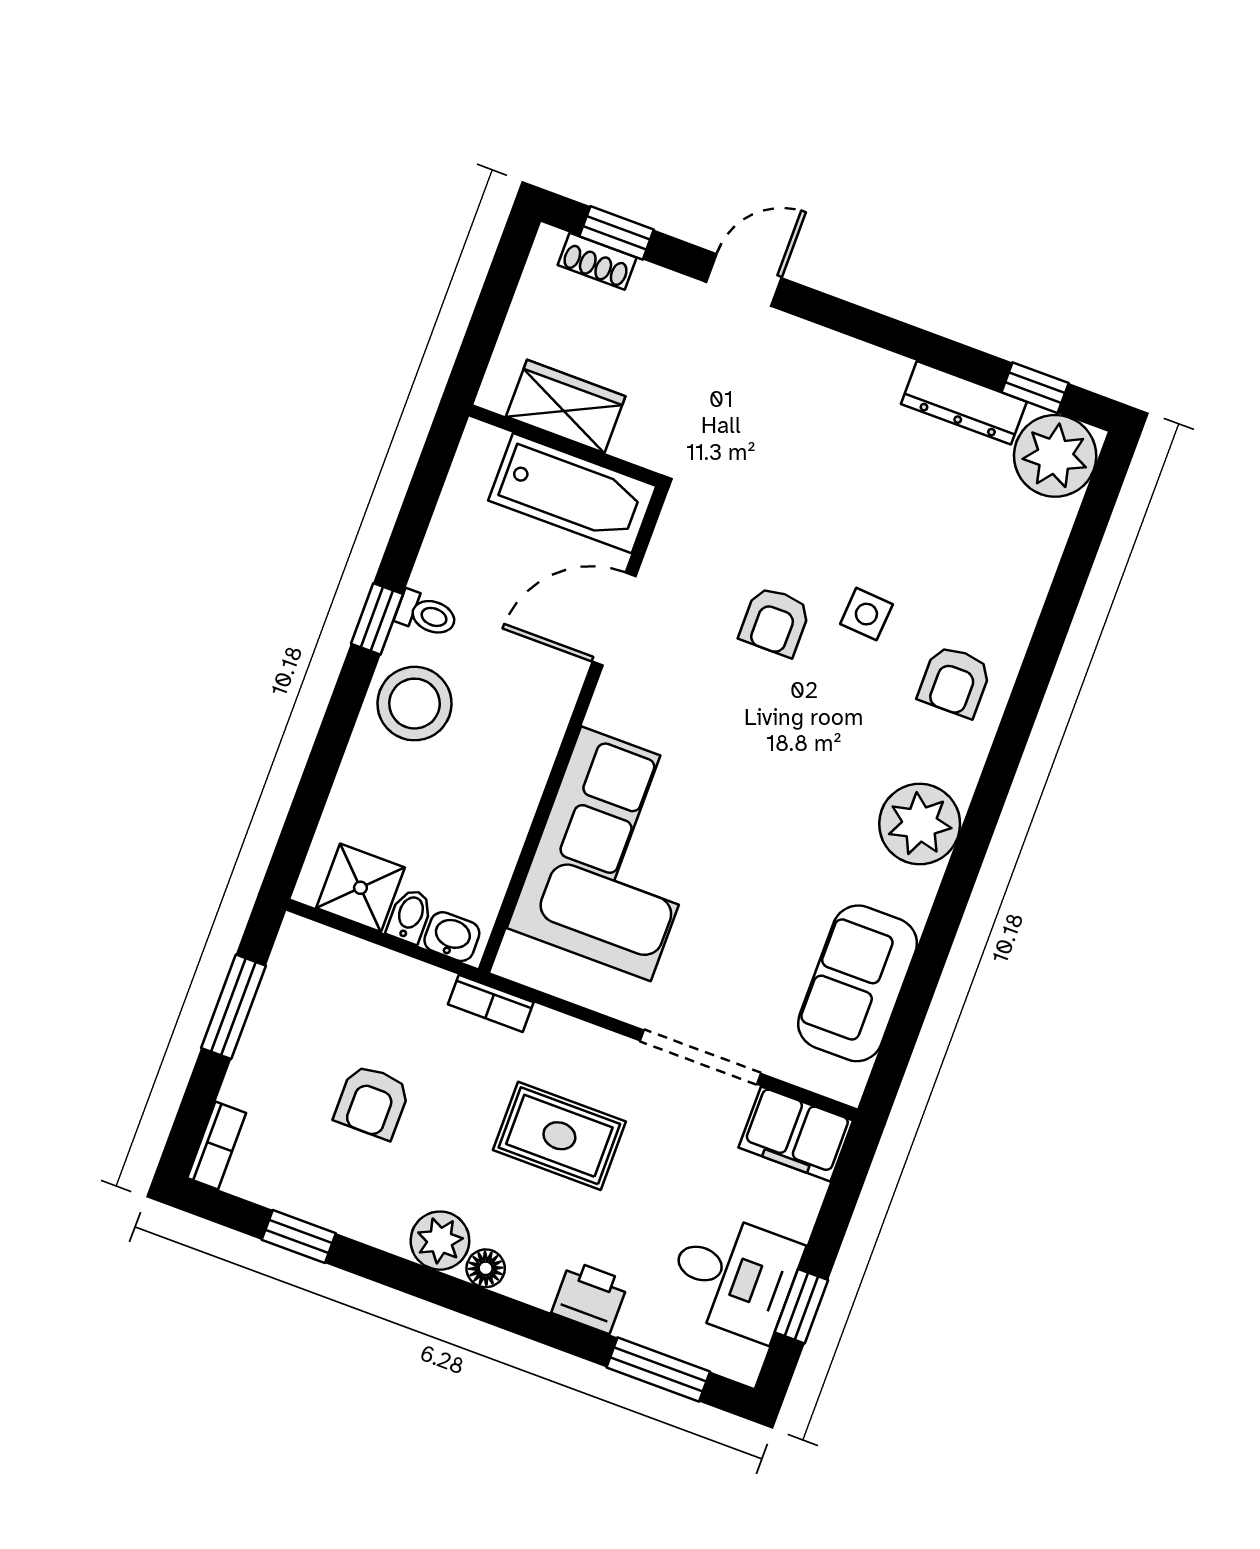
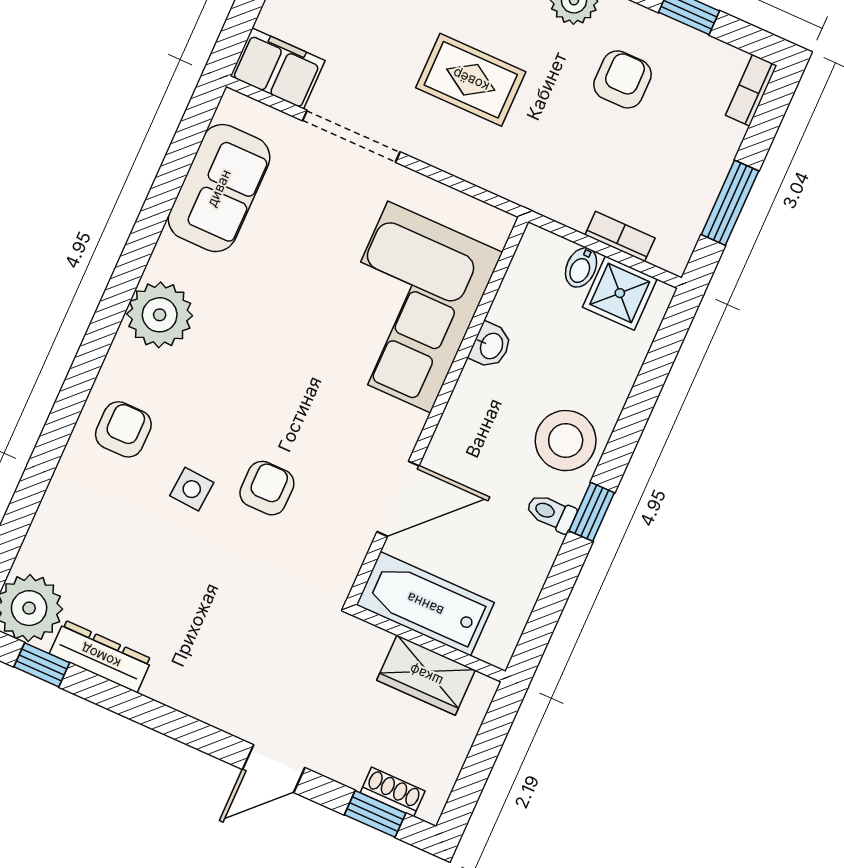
washbasin: (452, 937) -> (491, 346), moved, turned -90
bookcase: (491, 1003) -> (620, 236), moved
armchair: (372, 1102) -> (622, 79), moved

